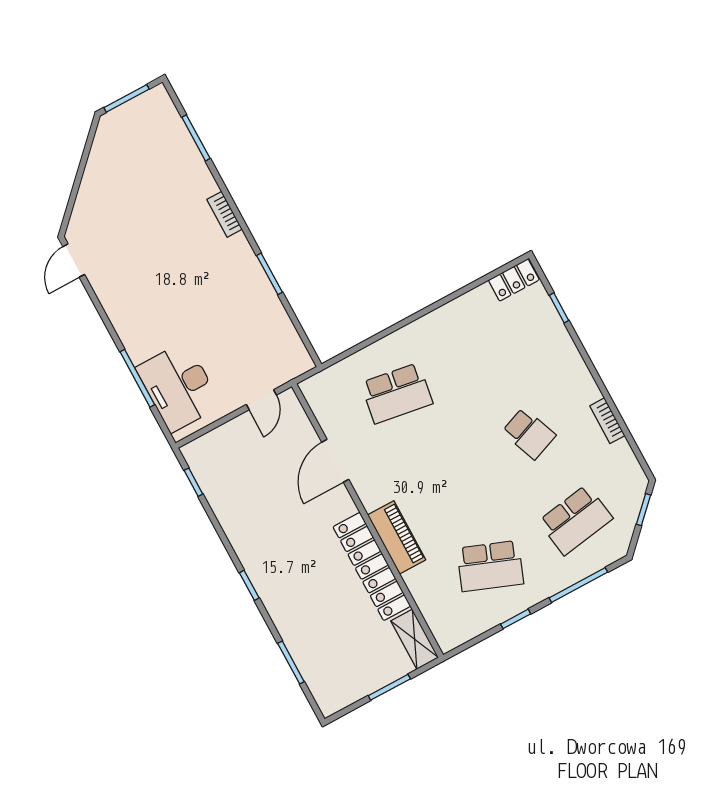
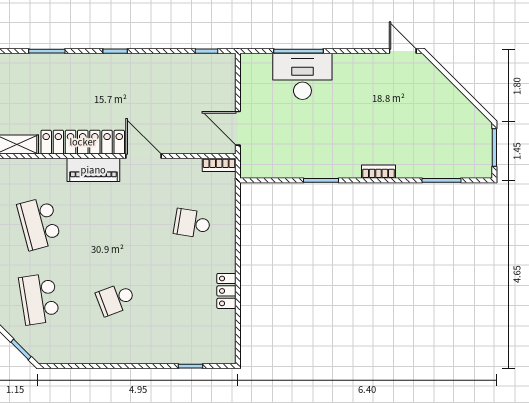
locker: (514, 280) -> (226, 291), moved
desk: (179, 387) -> (302, 76), moved
school desk: (397, 393) -> (192, 223), width x0.54
door: (261, 400) -> (238, 128), width x1.38
bookcase: (607, 421) -> (219, 165), moved, turned 180
door: (335, 461) -> (144, 156), moved
school desk: (490, 566) -> (39, 223), turned -36

